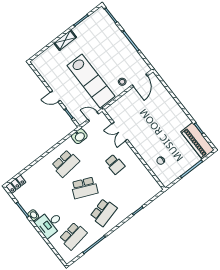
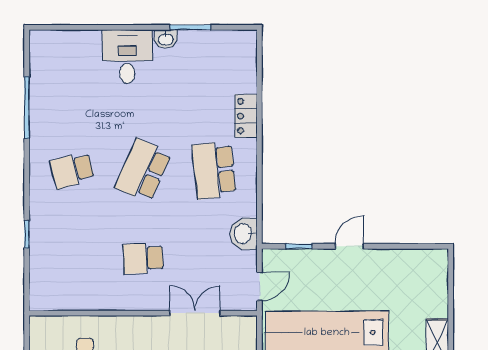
locker: (16, 184) -> (246, 116), moved
school desk: (103, 212) -> (72, 170), width x0.54
school desk: (73, 236) -> (72, 82), removed

